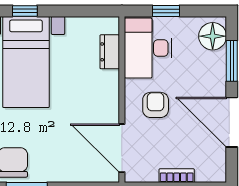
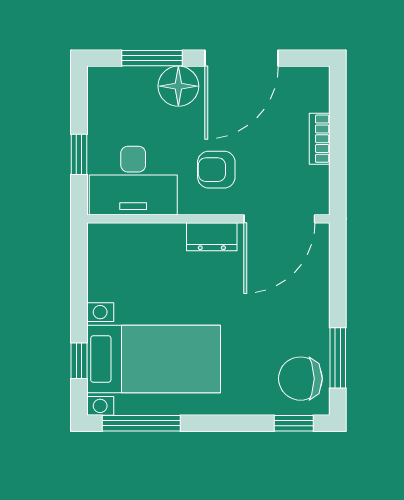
floor lamp: (213, 36) -> (178, 86), moved
dresser: (110, 52) -> (212, 237), moved

